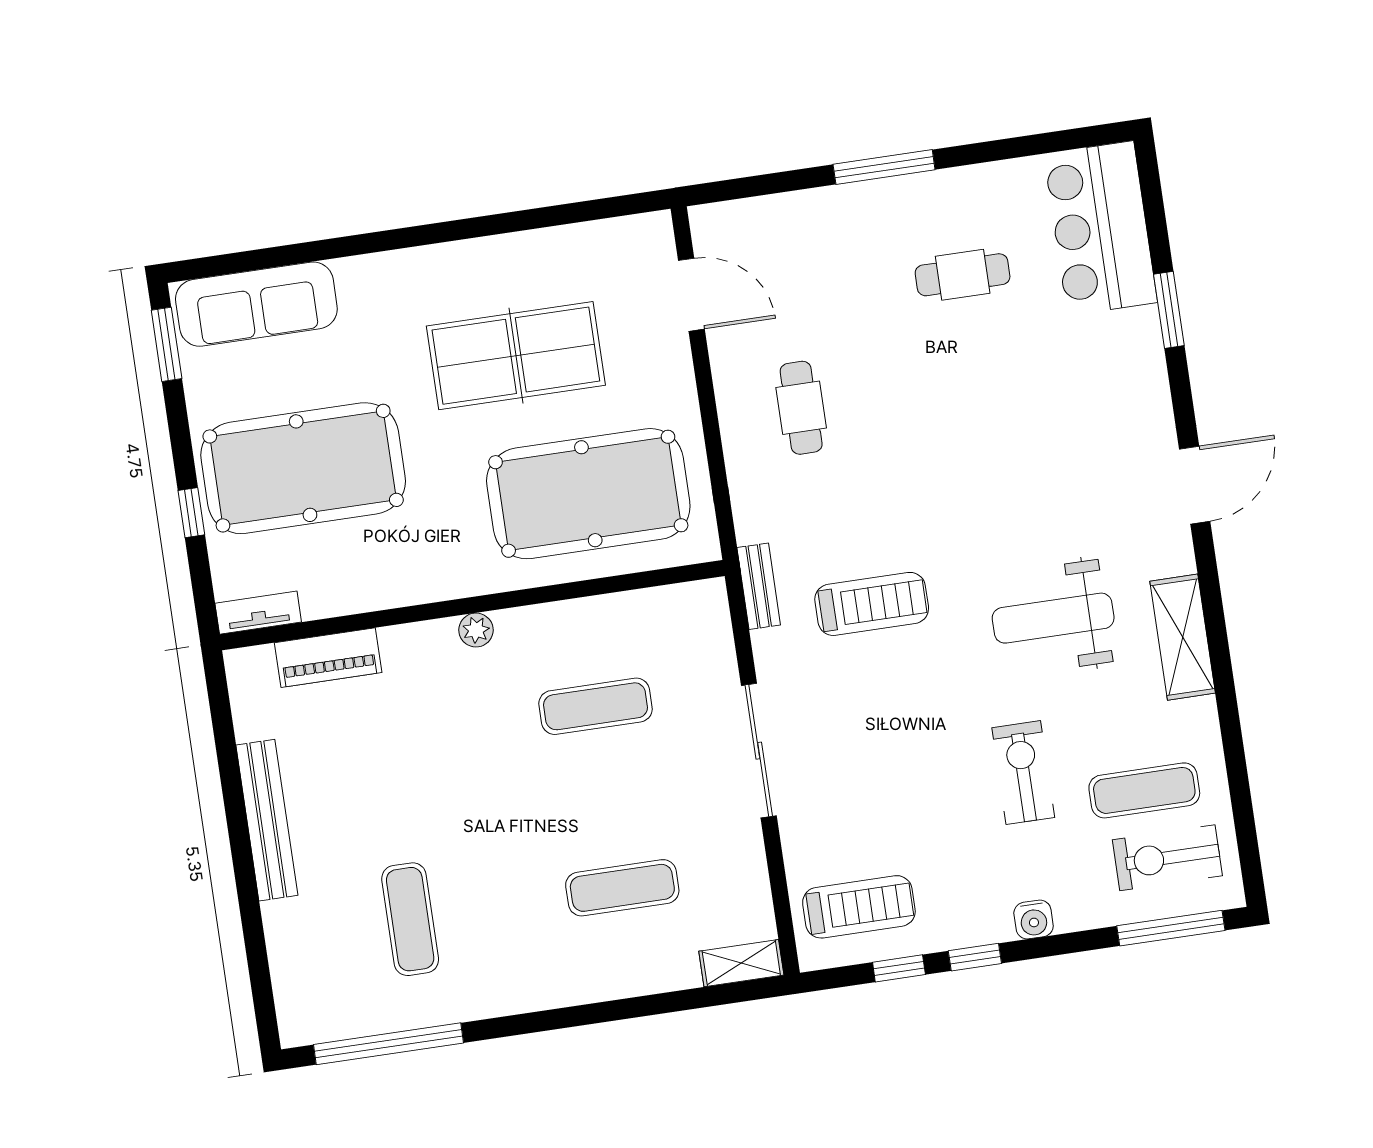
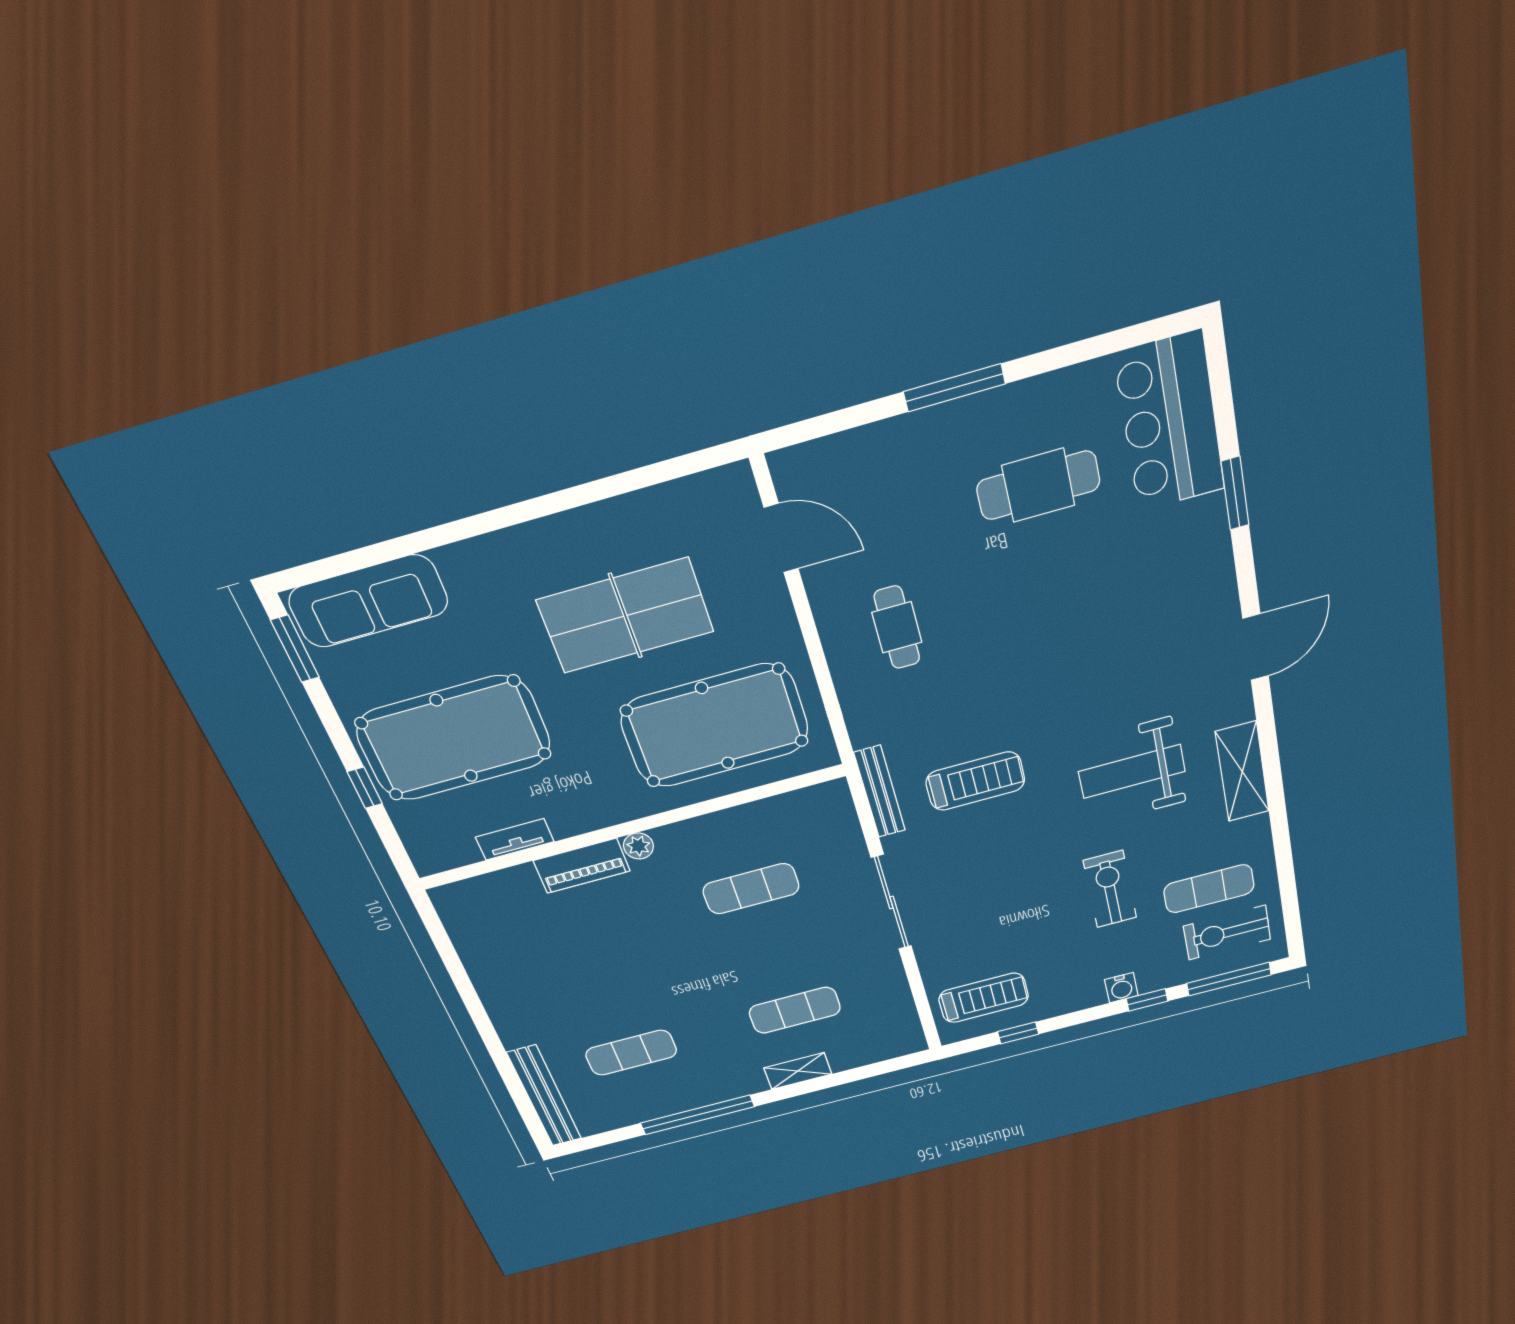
cafe table: (963, 275) -> (1038, 485), width x1.37, depth x1.35
bench: (759, 586) -> (880, 792), width x1.36
tv unit: (258, 613) -> (515, 839), moved
piano: (328, 658) -> (582, 866), moved
bench: (267, 820) -> (544, 1096), moved
exercise mat: (410, 919) -> (631, 1053), turned 90
window: (975, 957) -> (1147, 1000), moved
shelving: (741, 963) -> (798, 1071), moved
window: (388, 1044) -> (697, 1115), moved

